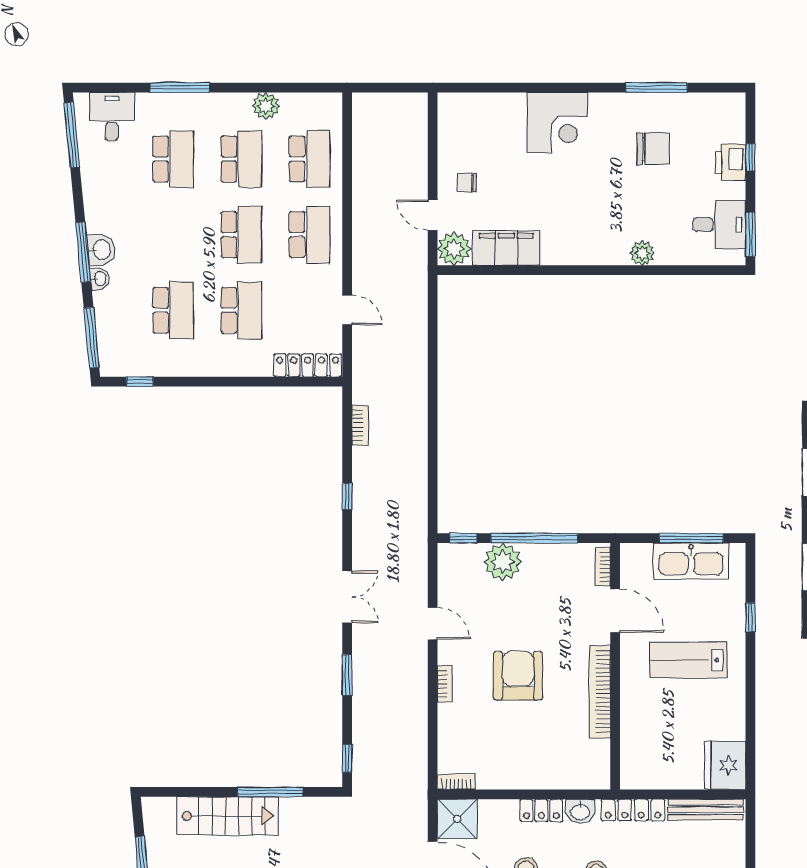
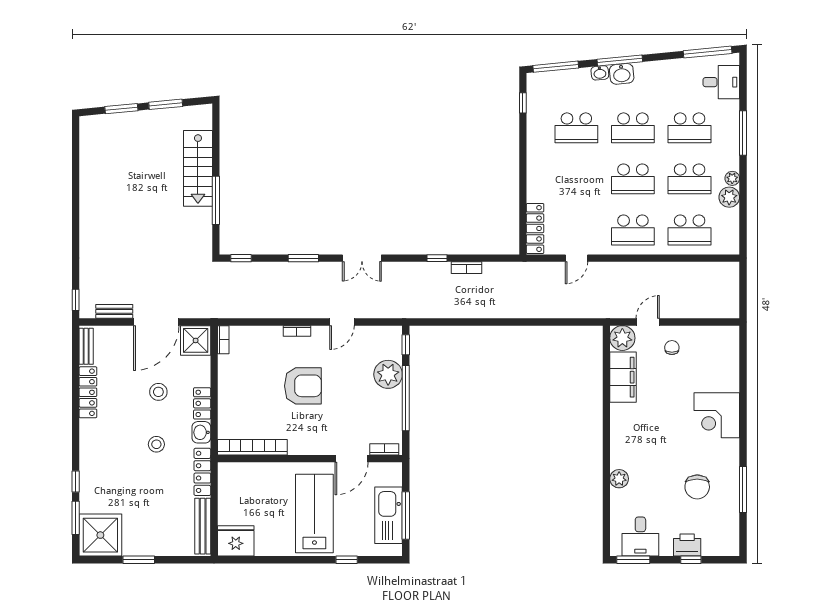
plant: (241, 102) -> (732, 178), added
school desk: (241, 310) -> (633, 128), moved
bookcase: (360, 425) -> (467, 268), moved
lab bench: (688, 660) -> (314, 513), width x1.36, depth x1.39
bookcase: (600, 692) -> (252, 447), moved

